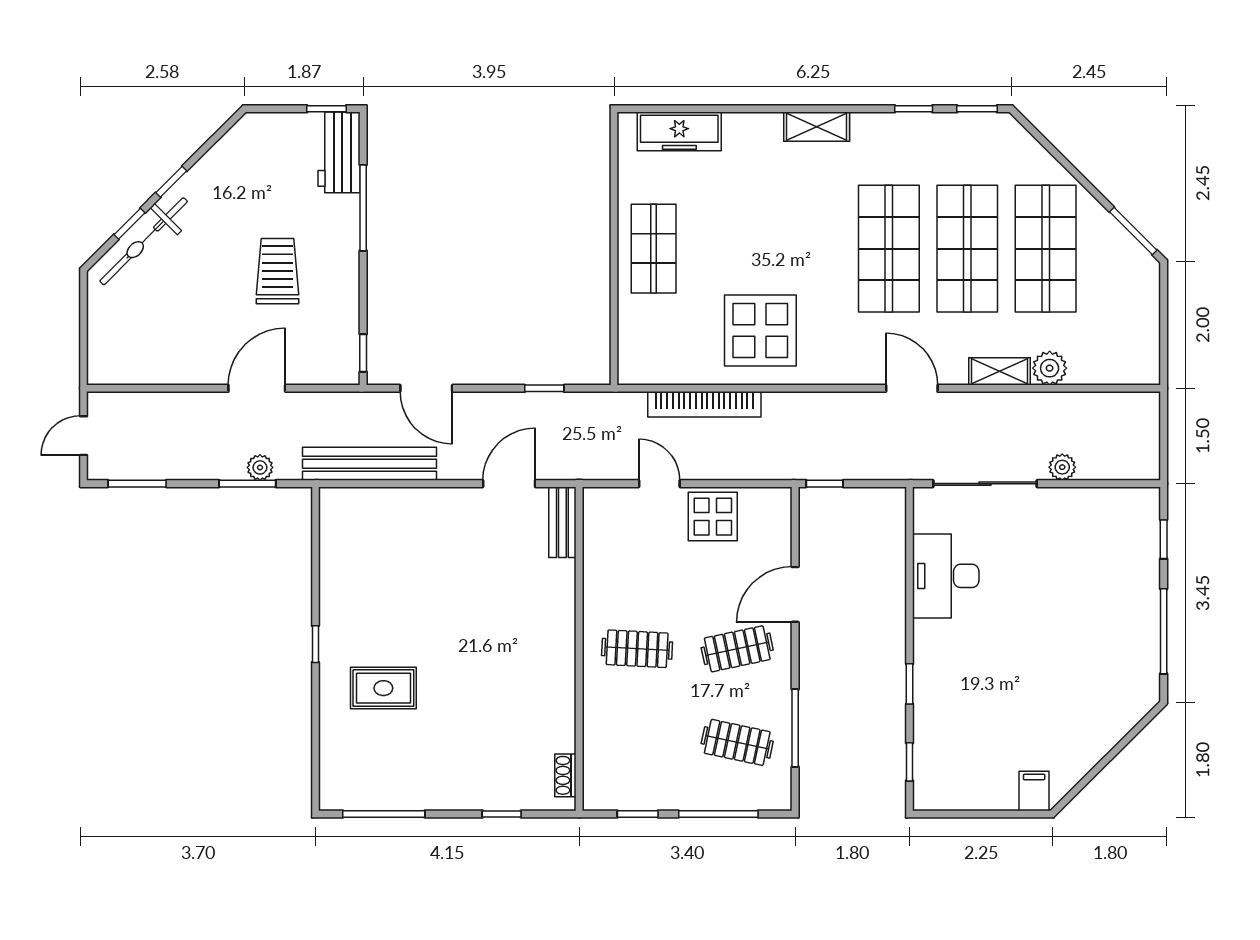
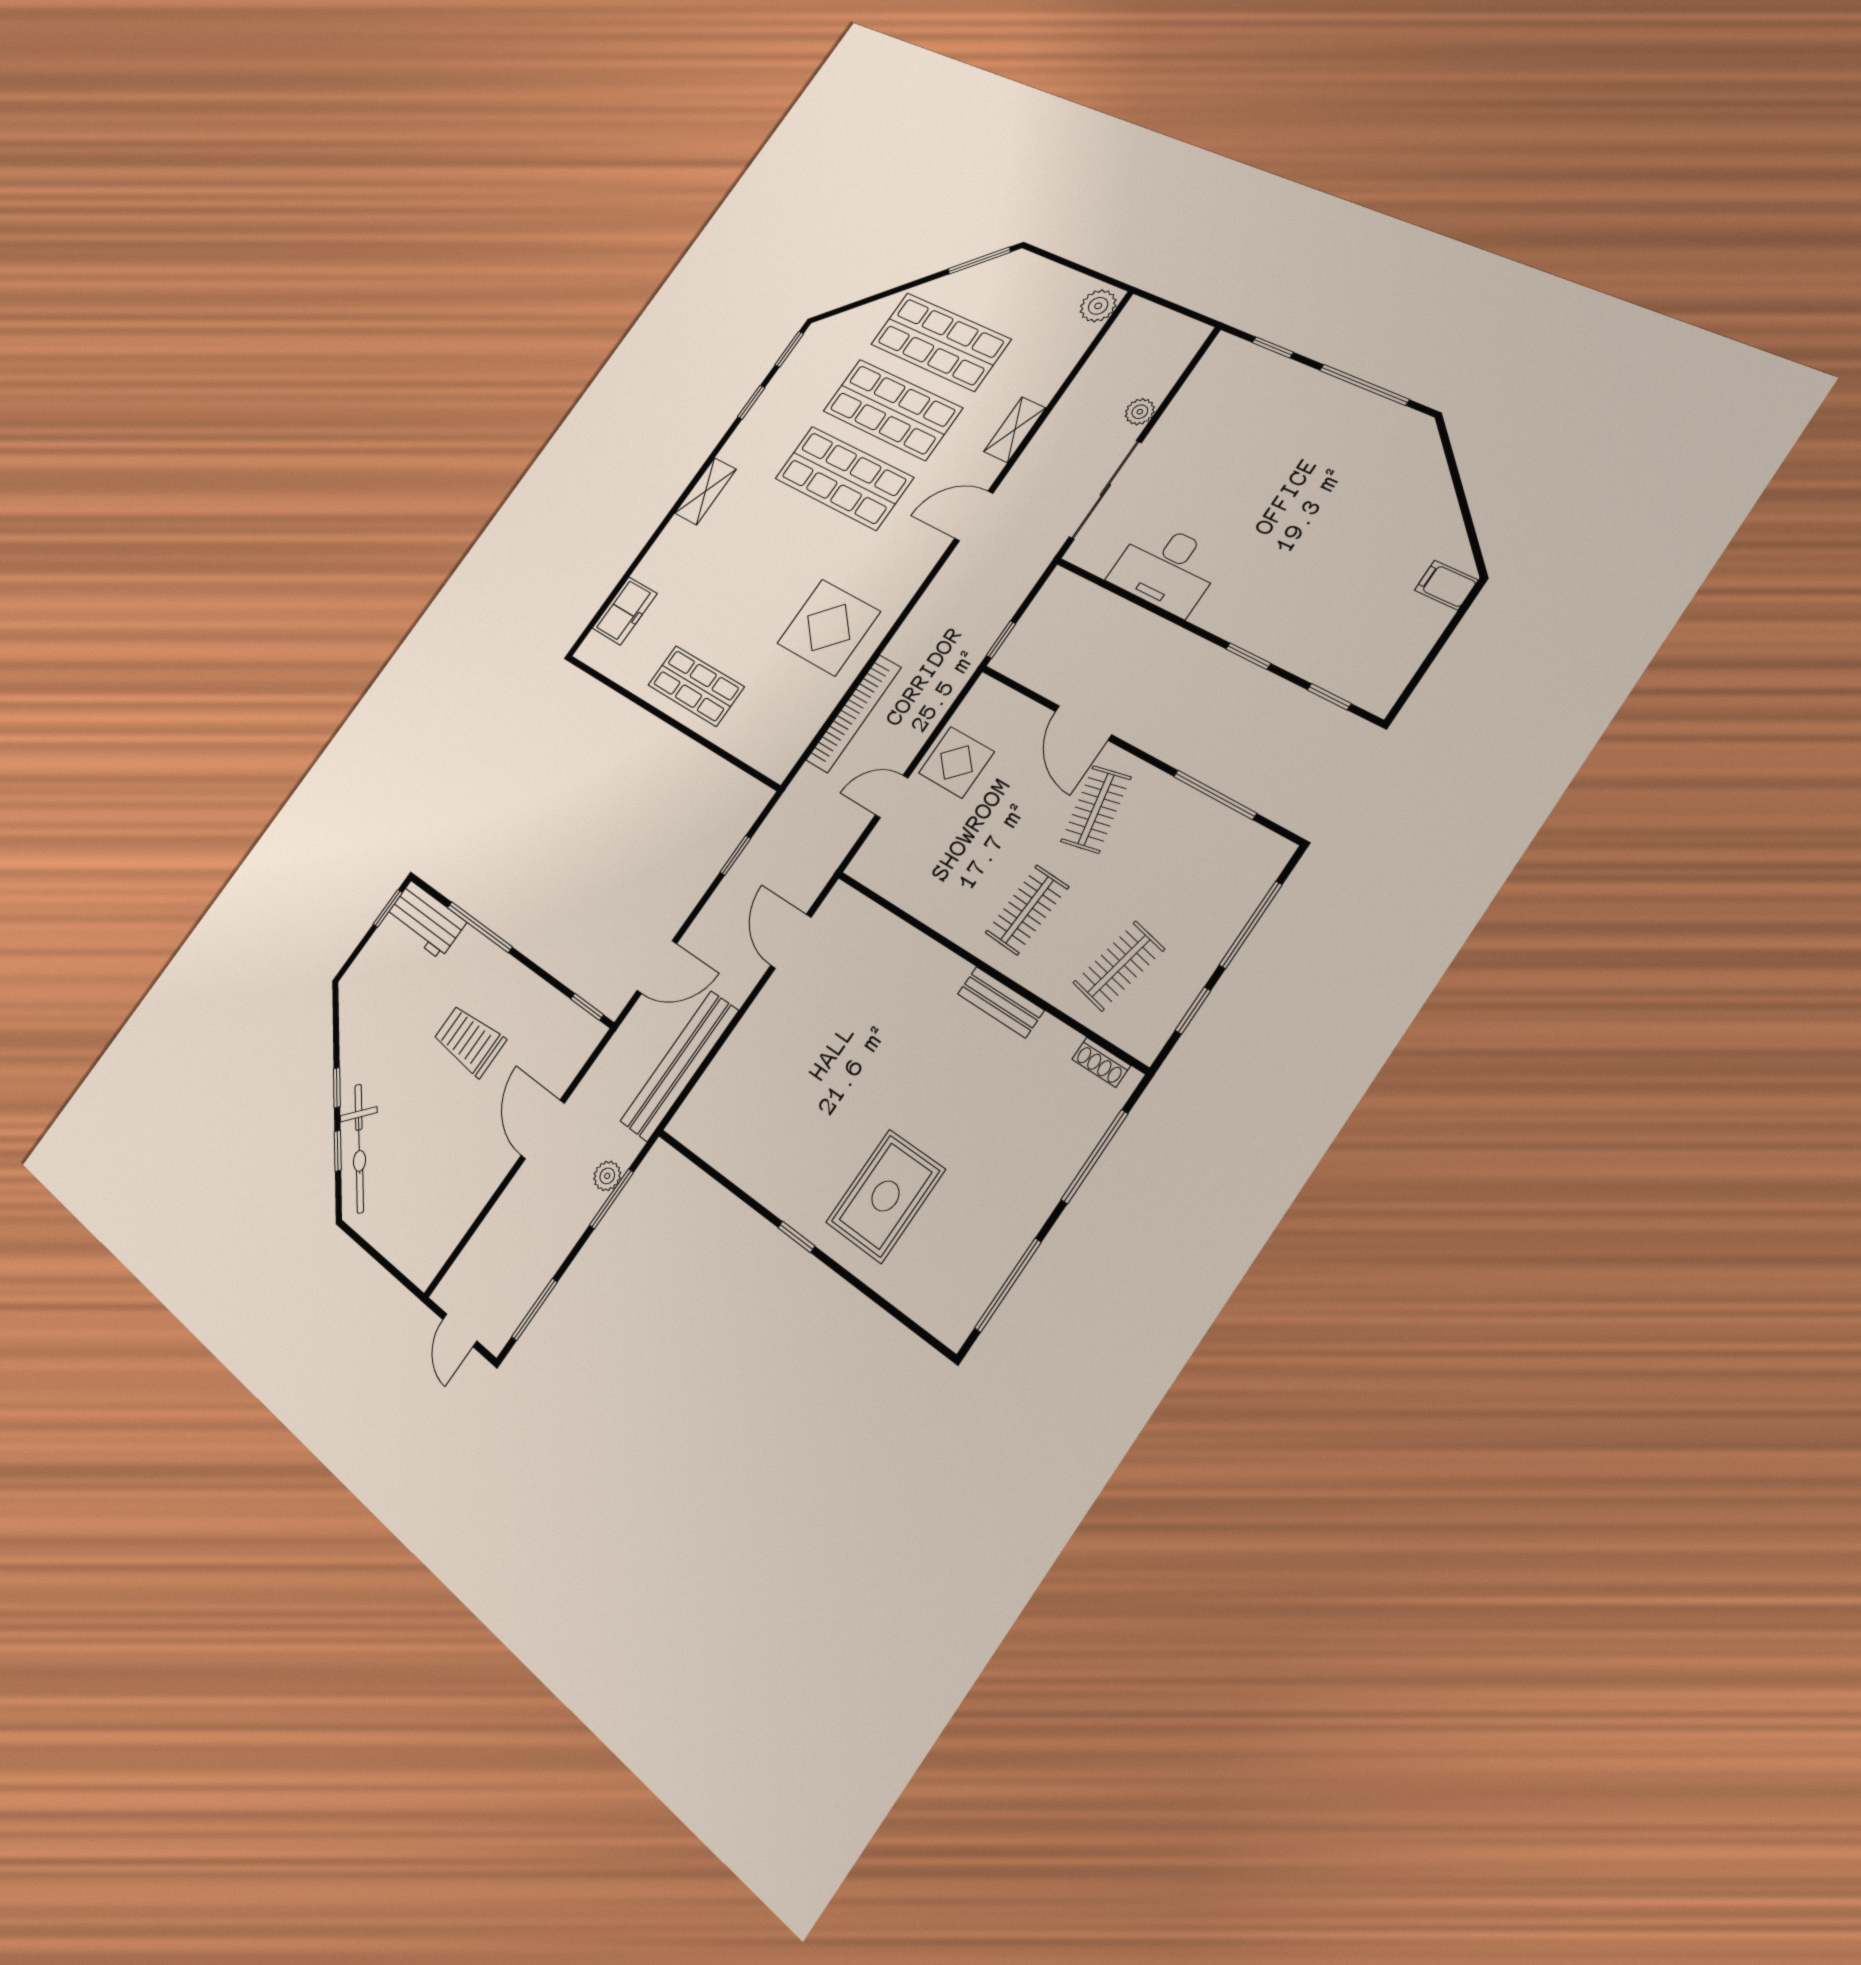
freezer: (679, 131) -> (625, 611), width x0.71
plant: (1050, 368) -> (1098, 306), moved
bench: (562, 522) -> (1001, 1002), moved
rug: (383, 688) -> (885, 1196), width x1.36, depth x1.43
clothes rail: (737, 742) -> (1119, 966), moved
window: (502, 814) -> (1095, 1157), width x2.17

